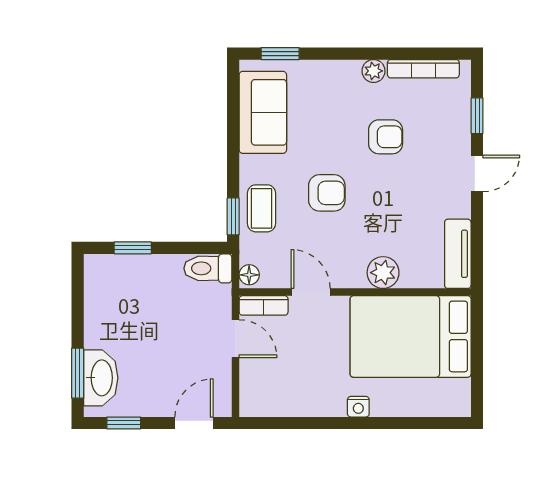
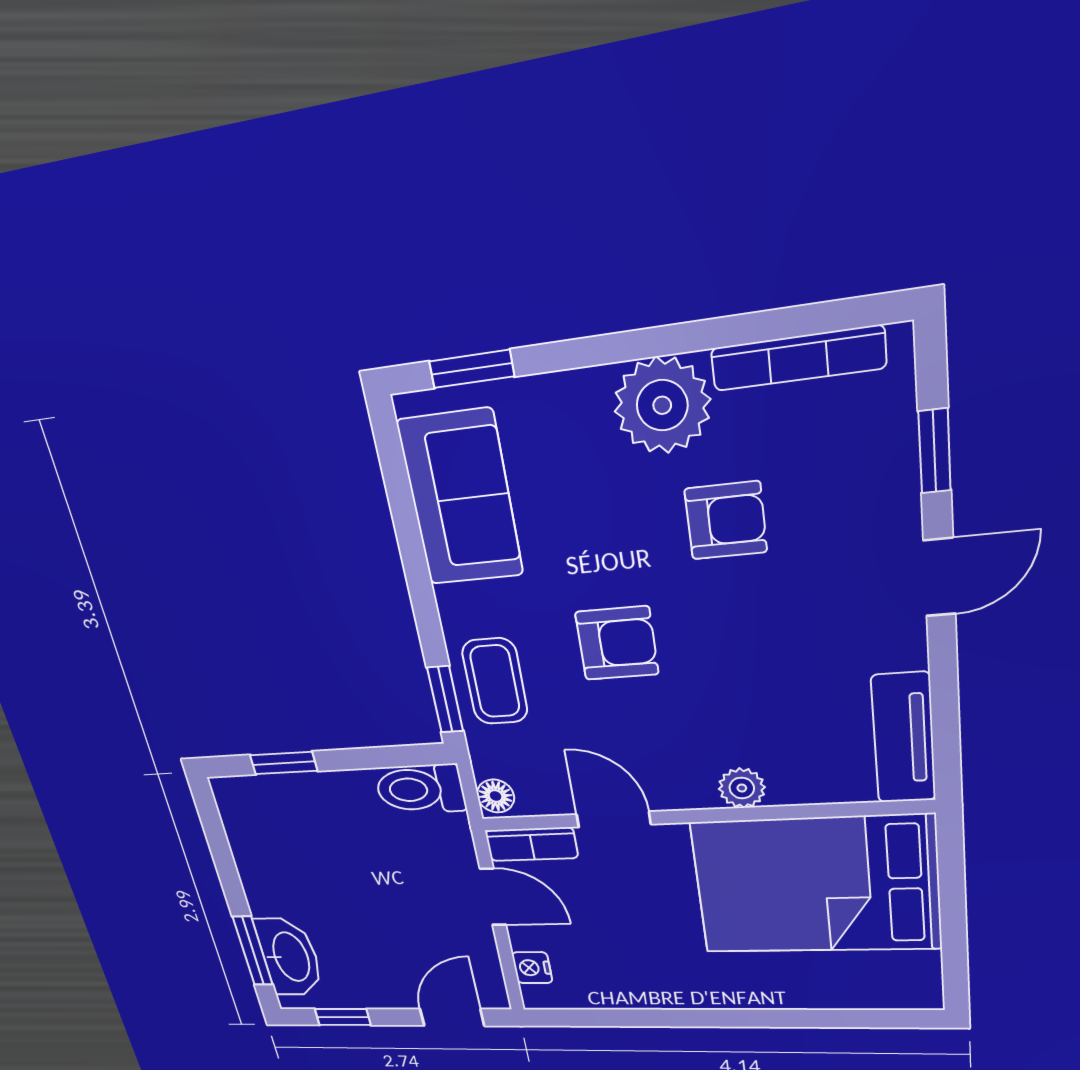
plant: (374, 71) -> (662, 405), width x1.88, depth x1.88
plant: (383, 273) -> (742, 788), width x0.73, depth x0.73
nightstand: (358, 407) -> (532, 968), moved, turned 90

